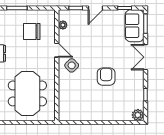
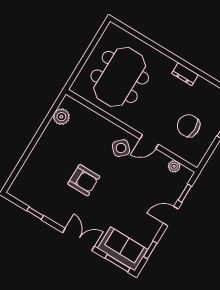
door: (95, 8) -> (171, 216), hinge flipped
chair: (32, 31) -> (189, 126), turned -90
meeting table: (27, 93) -> (120, 77), turned 90
plant: (138, 115) -> (61, 117), moved

